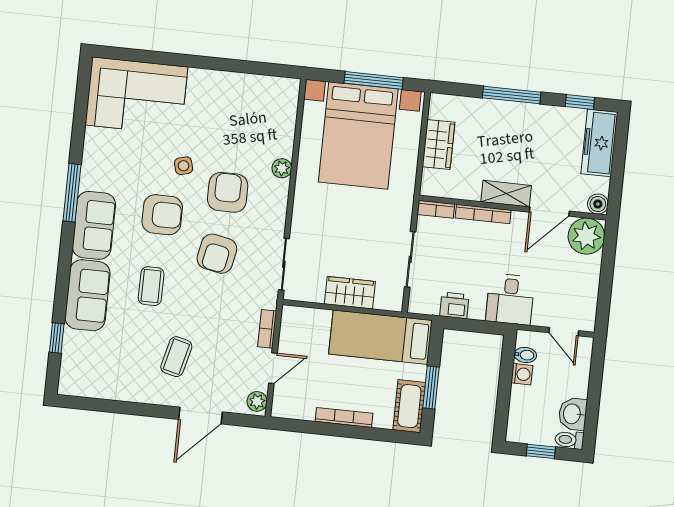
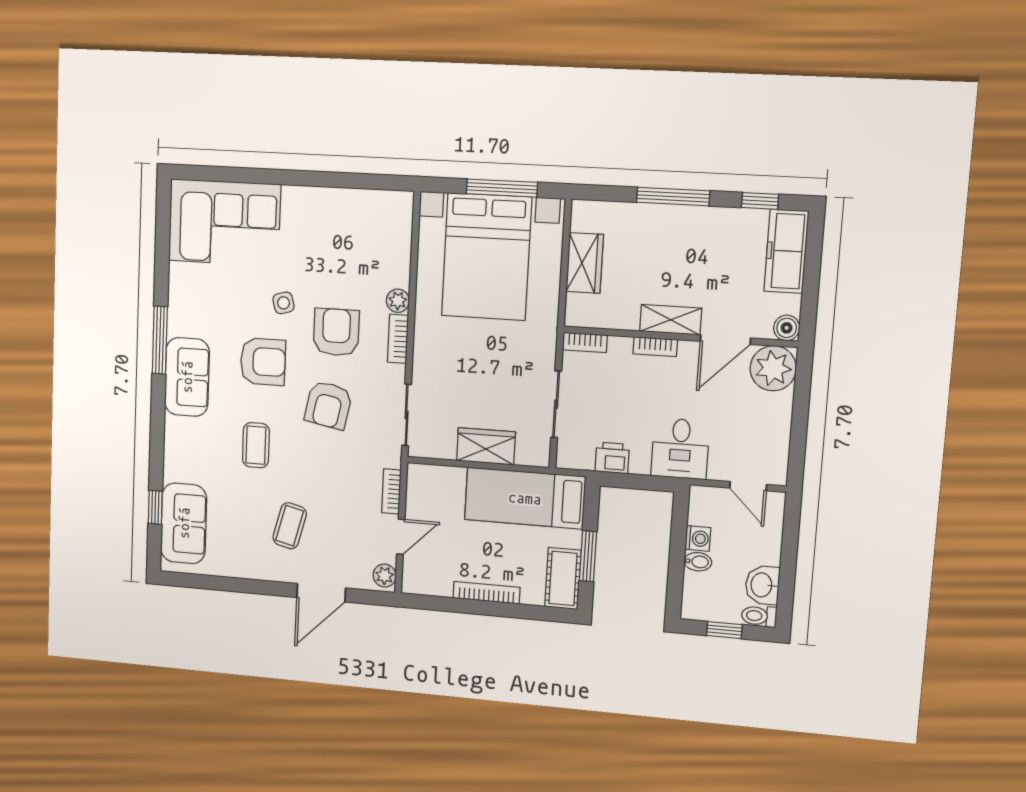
bookcase: (280, 200) -> (398, 339), added
bookcase: (483, 214) -> (655, 347), width x0.64
sofa: (87, 295) -> (184, 523), moved
bidet: (525, 355) -> (698, 562), moved

